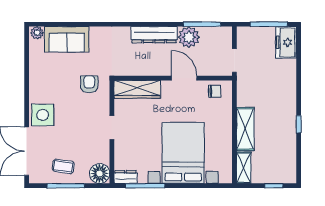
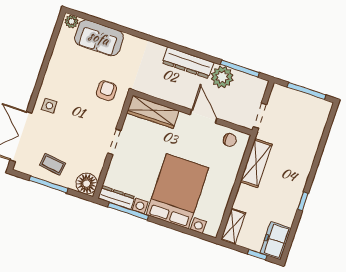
freezer: (286, 42) -> (276, 241), moved
side table: (43, 115) -> (49, 106), width x0.54, depth x0.54
shelving: (245, 129) -> (256, 163), moved
dresser: (125, 177) -> (116, 198), width x1.44

